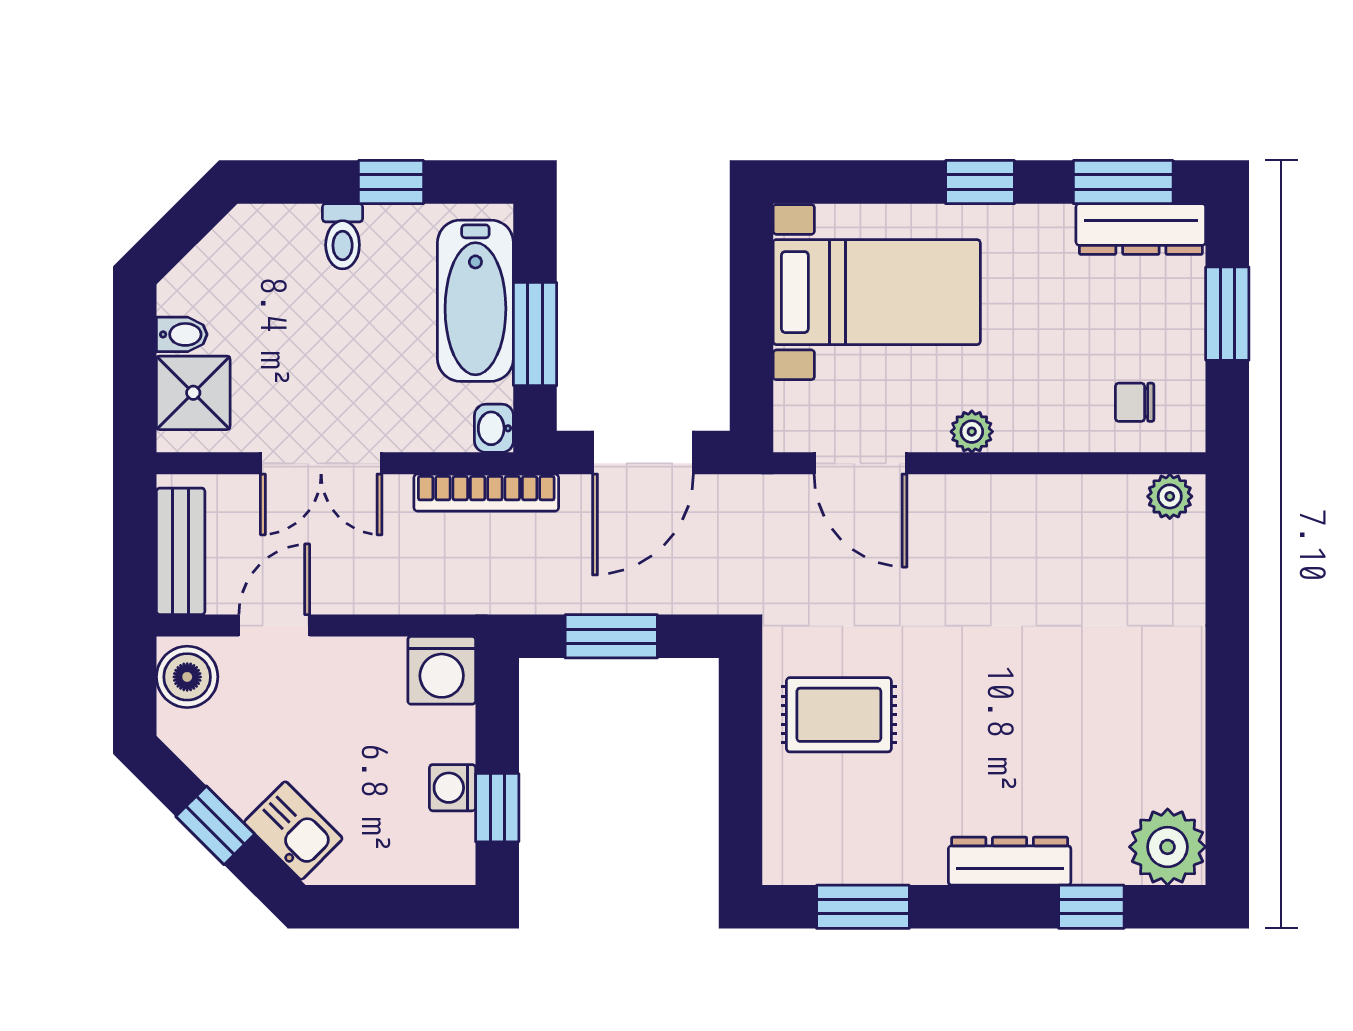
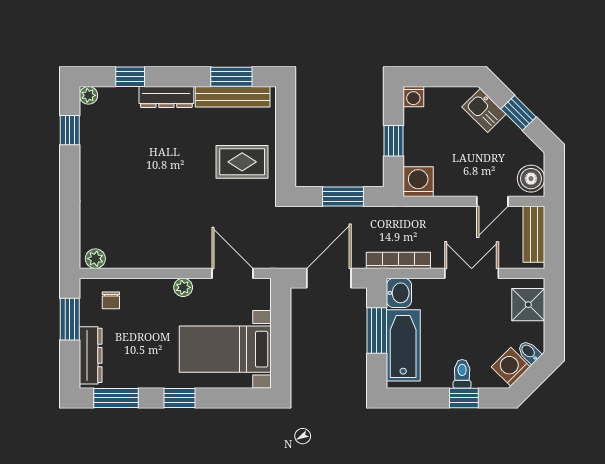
window: (391, 182) -> (464, 398), moved
dresser: (1141, 229) -> (91, 355), moved, turned 90
washing machine: (233, 252) -> (511, 367), added
window: (1227, 314) -> (70, 319), moved
bidet: (182, 334) -> (529, 352), moved, turned 45
chair: (1135, 402) -> (111, 300), turned 90
washbasin: (494, 428) -> (399, 293), width x1.38, depth x1.45
window: (1227, 786) -> (70, 130), added
washing machine: (452, 788) -> (413, 97), moved, turned 90
window: (497, 808) -> (394, 141), moved
plant: (1168, 847) -> (88, 95), width x0.53, depth x0.53
bench: (860, 862) -> (233, 97), added

